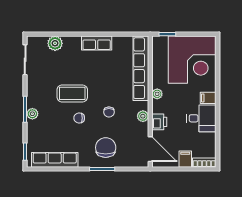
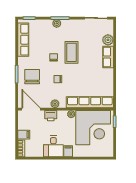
row of seats: (97, 43) -> (108, 57), moved
corner desk: (192, 60) -> (93, 128), moved, turned -90
chair: (106, 148) -> (32, 77), turned -90
door: (150, 149) -> (31, 109), swing flipped

